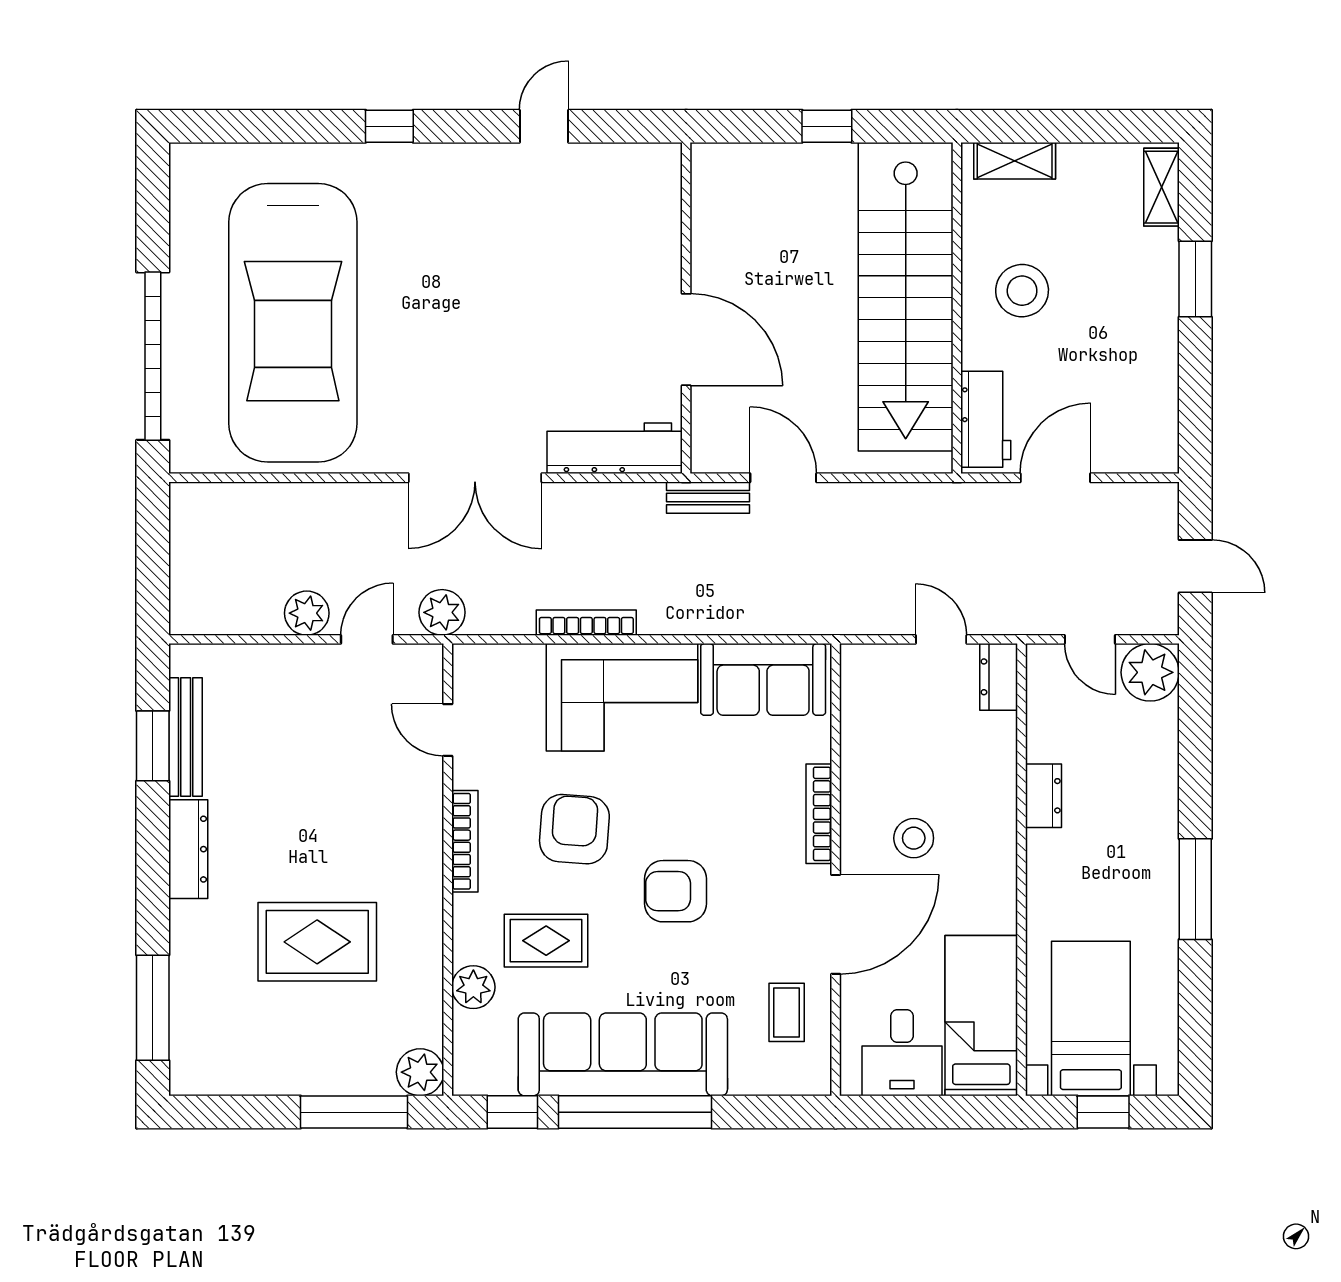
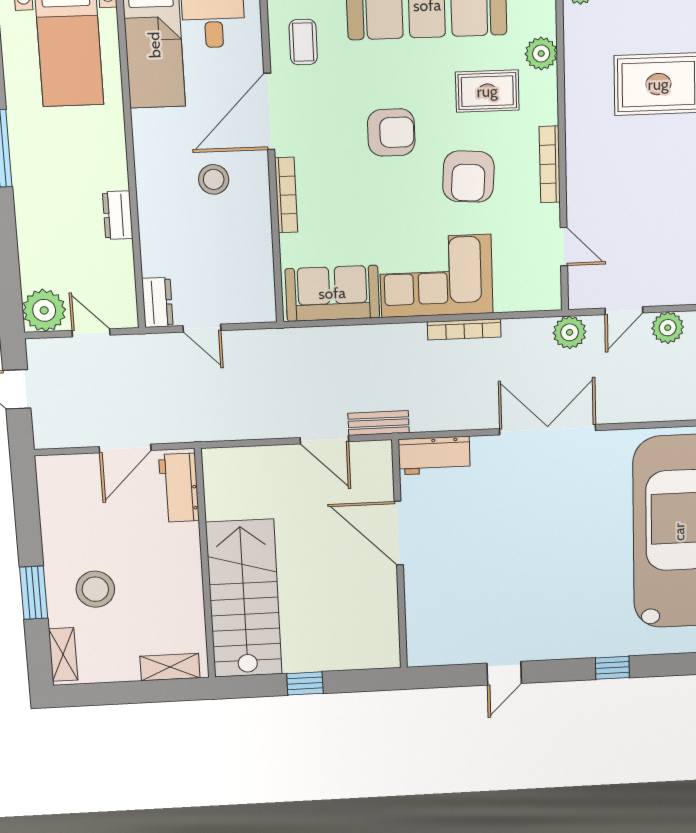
stool: (1022, 291) -> (95, 589), moved
stairs: (906, 297) -> (244, 599), width x0.73
workbench: (615, 448) -> (434, 455), width x0.73

